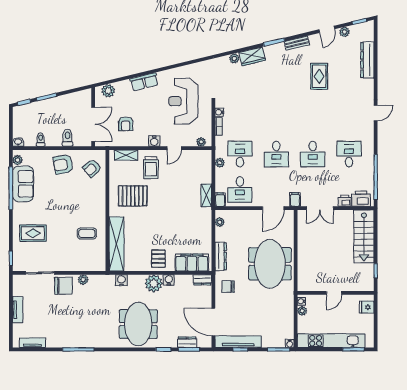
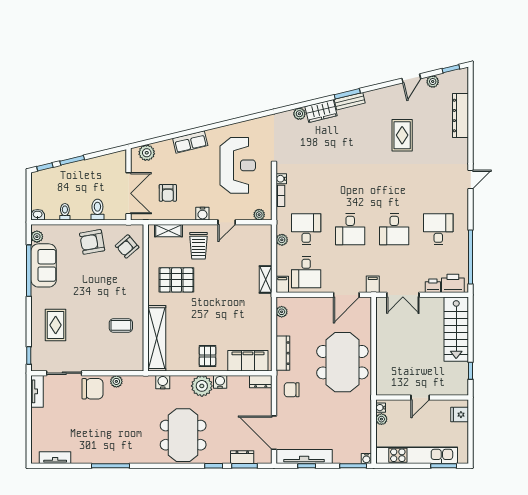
bench: (297, 43) -> (350, 101), moved
reception desk: (183, 101) -> (238, 165), turned 180
rug: (33, 233) -> (56, 325), turned 90
tv unit: (18, 310) -> (37, 391), moved

